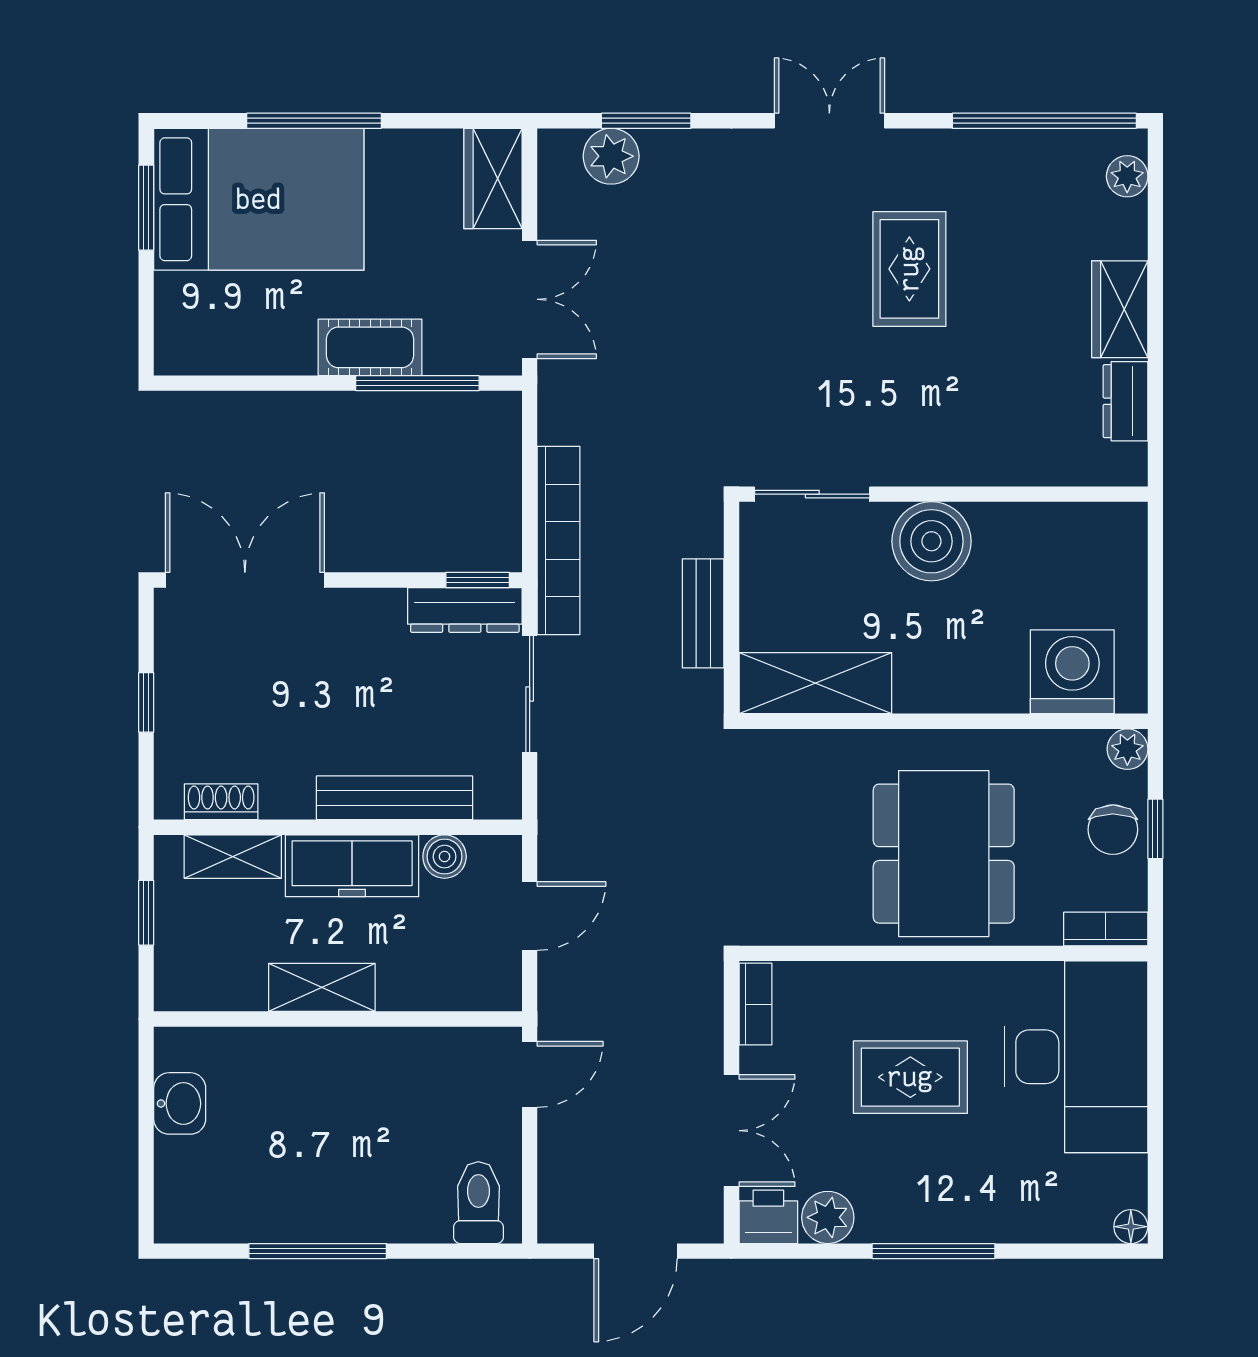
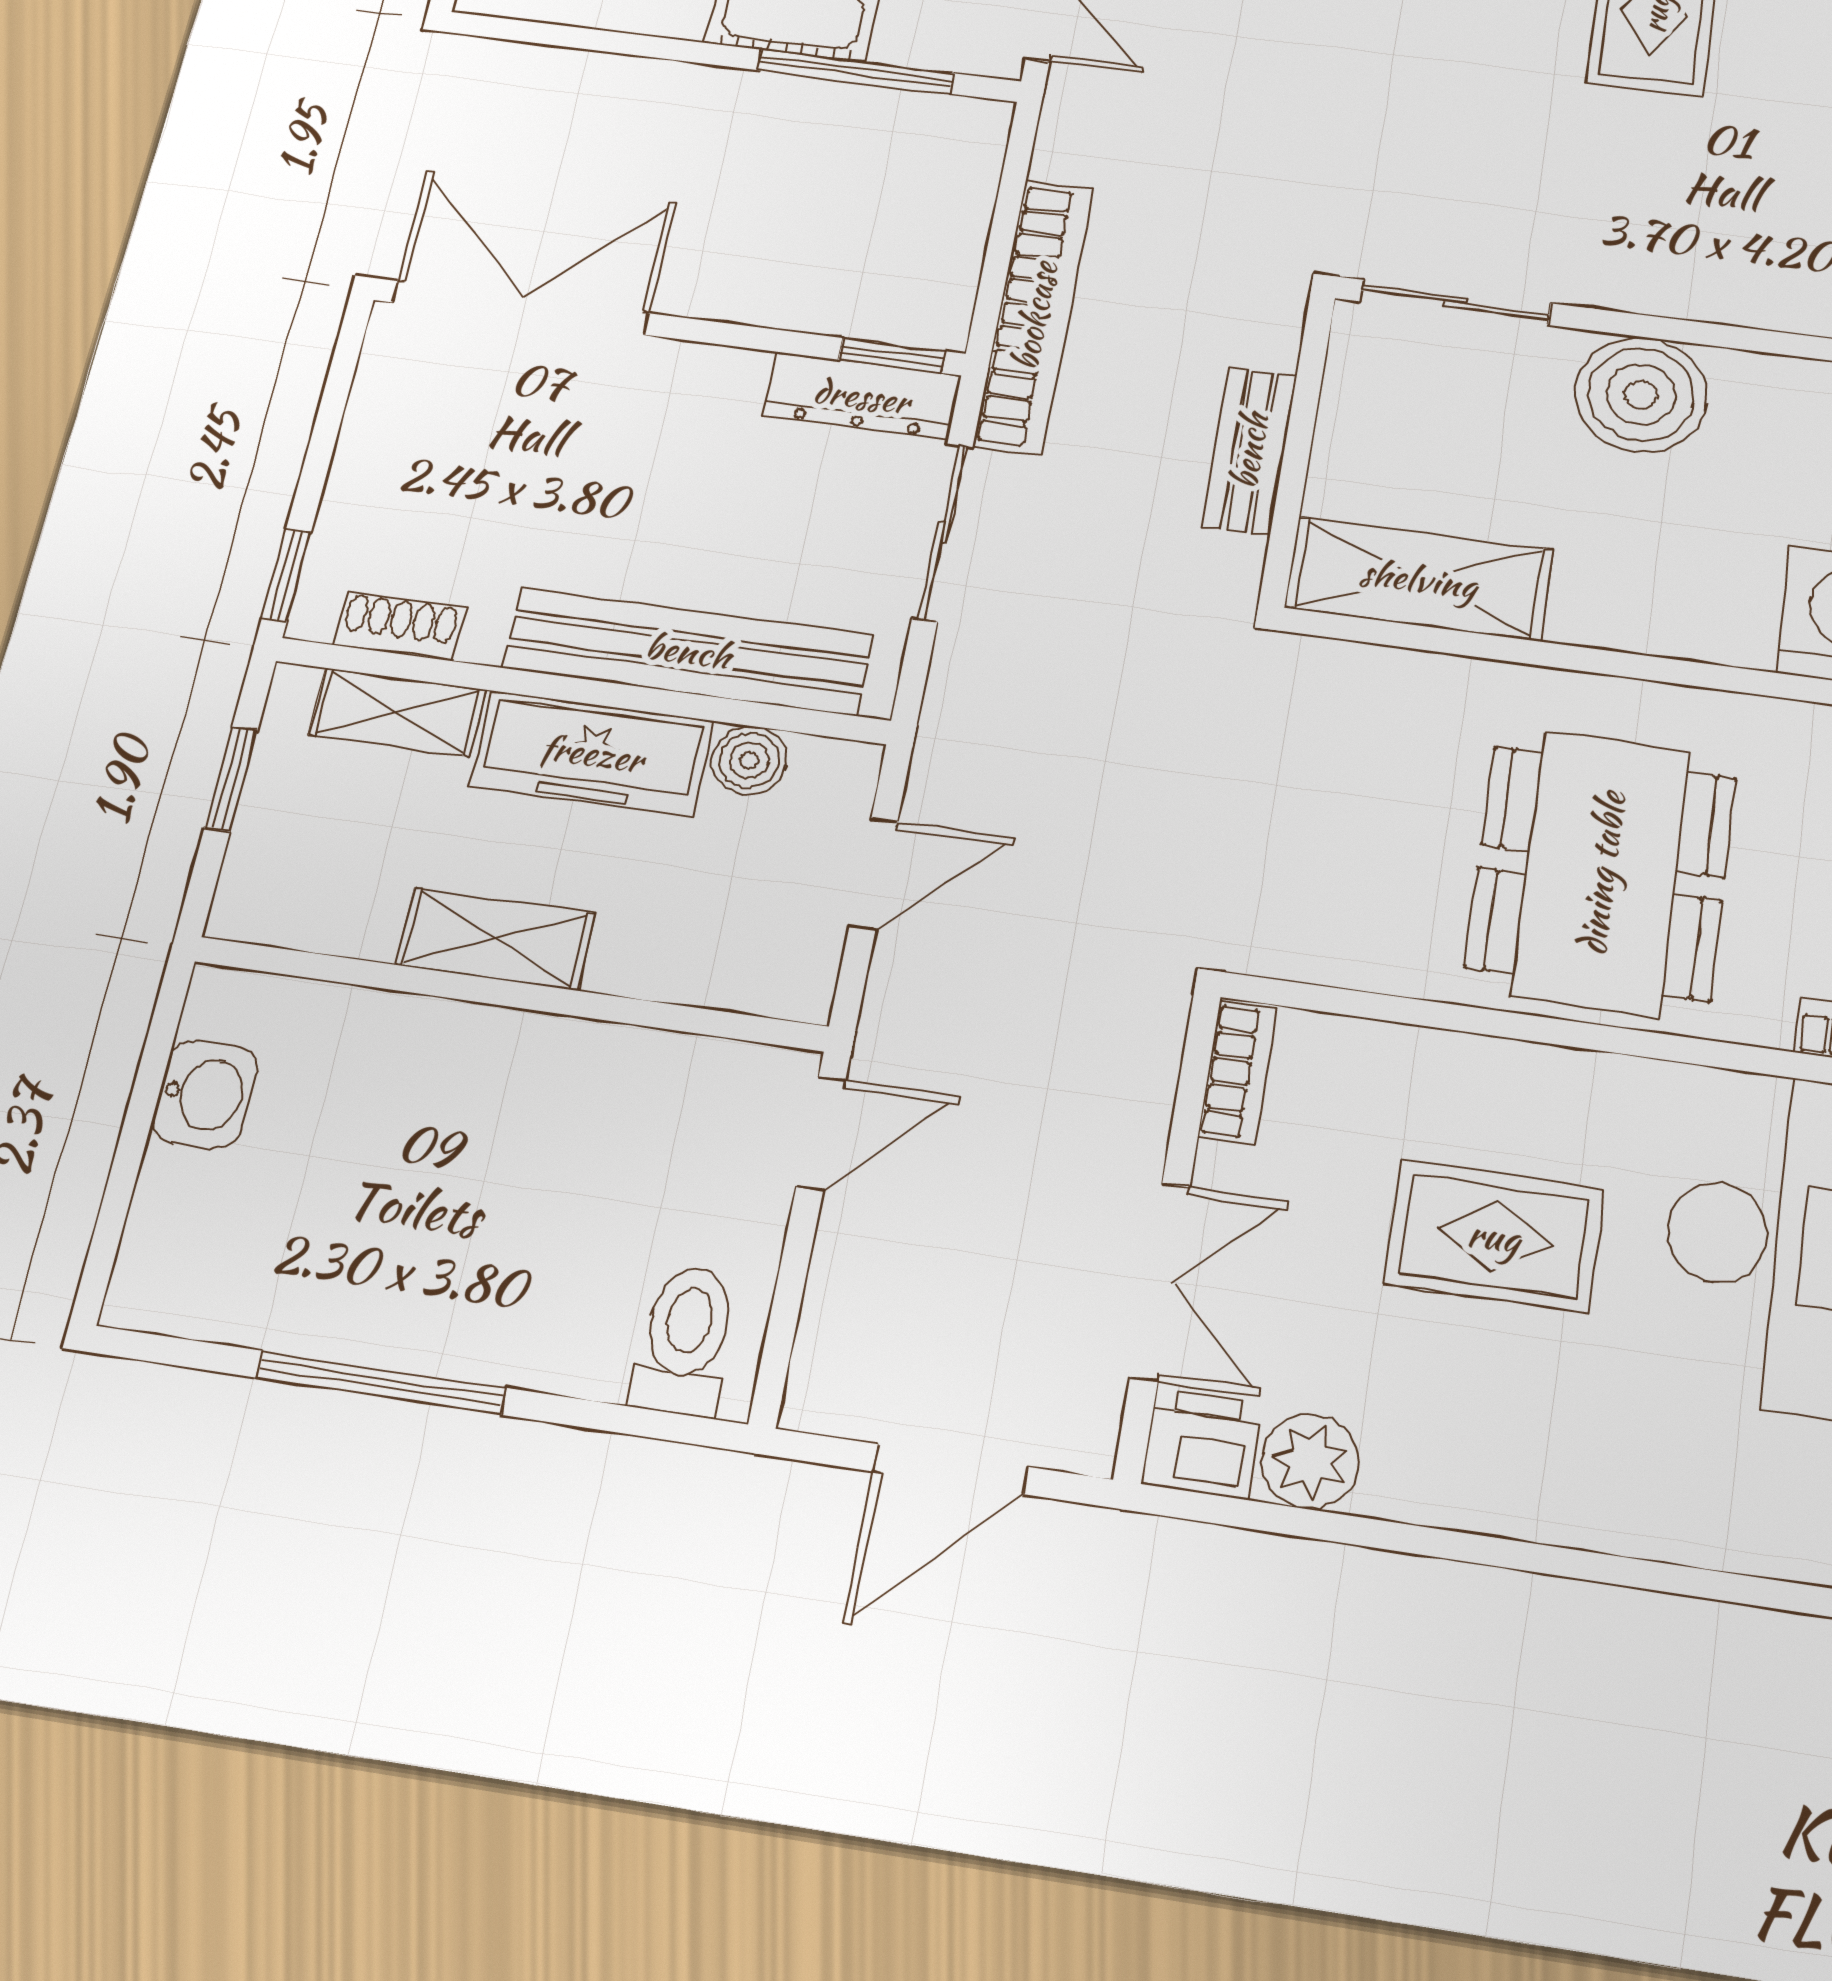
window: (146, 702) -> (286, 575), moved
bench: (394, 798) -> (688, 651), width x1.37, depth x1.21
window: (934, 1251) -> (1496, 1552), removed

